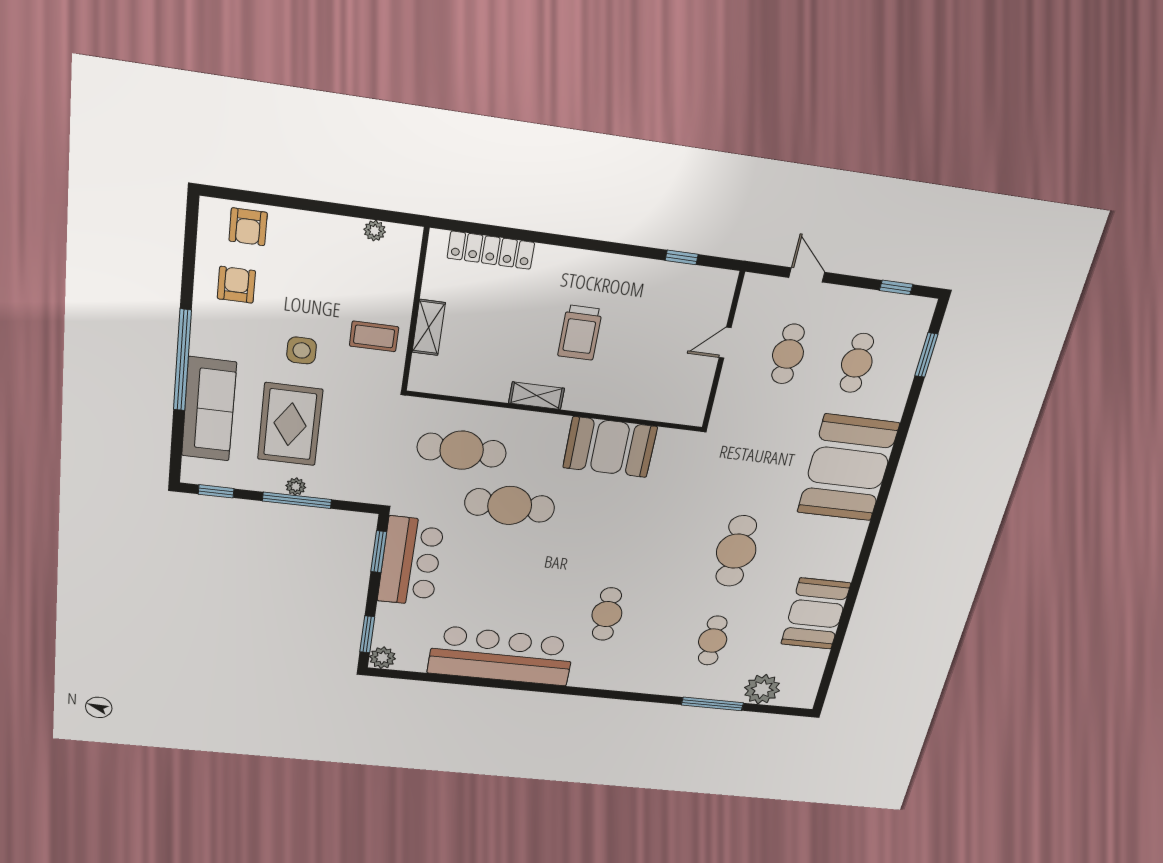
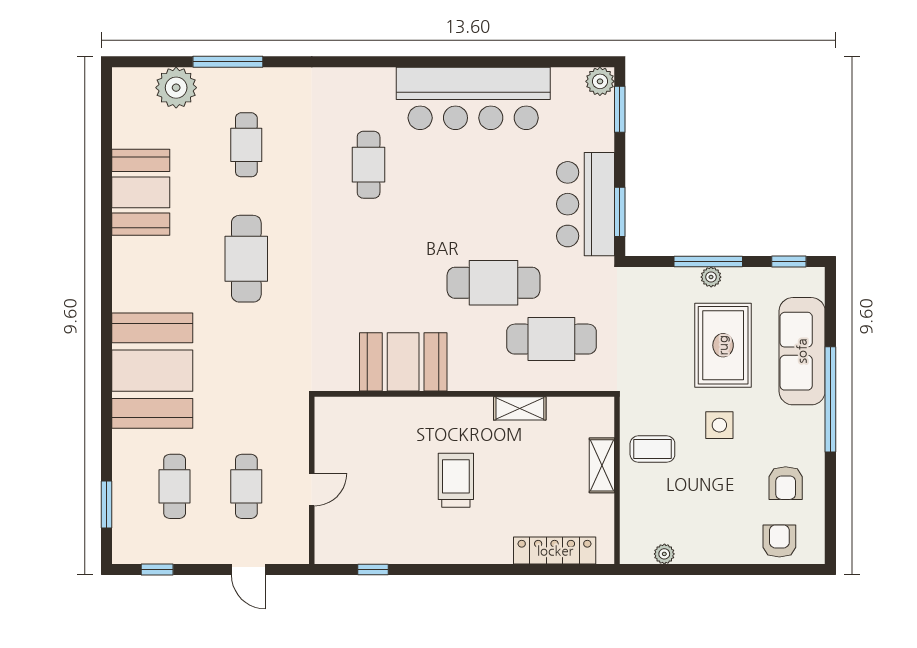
shelving: (536, 396) -> (520, 408), moved

